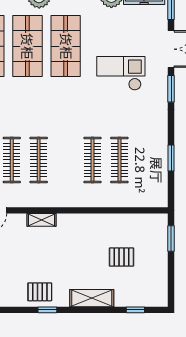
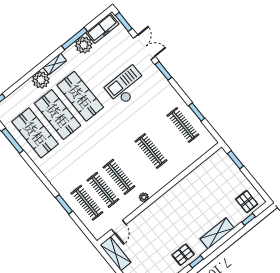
clothes rail: (119, 160) -> (183, 125), moved
plant: (47, 201) -> (144, 197), added
shelving: (42, 220) -> (150, 211), removed
pallet: (121, 257) -> (247, 202), moved, turned 90

